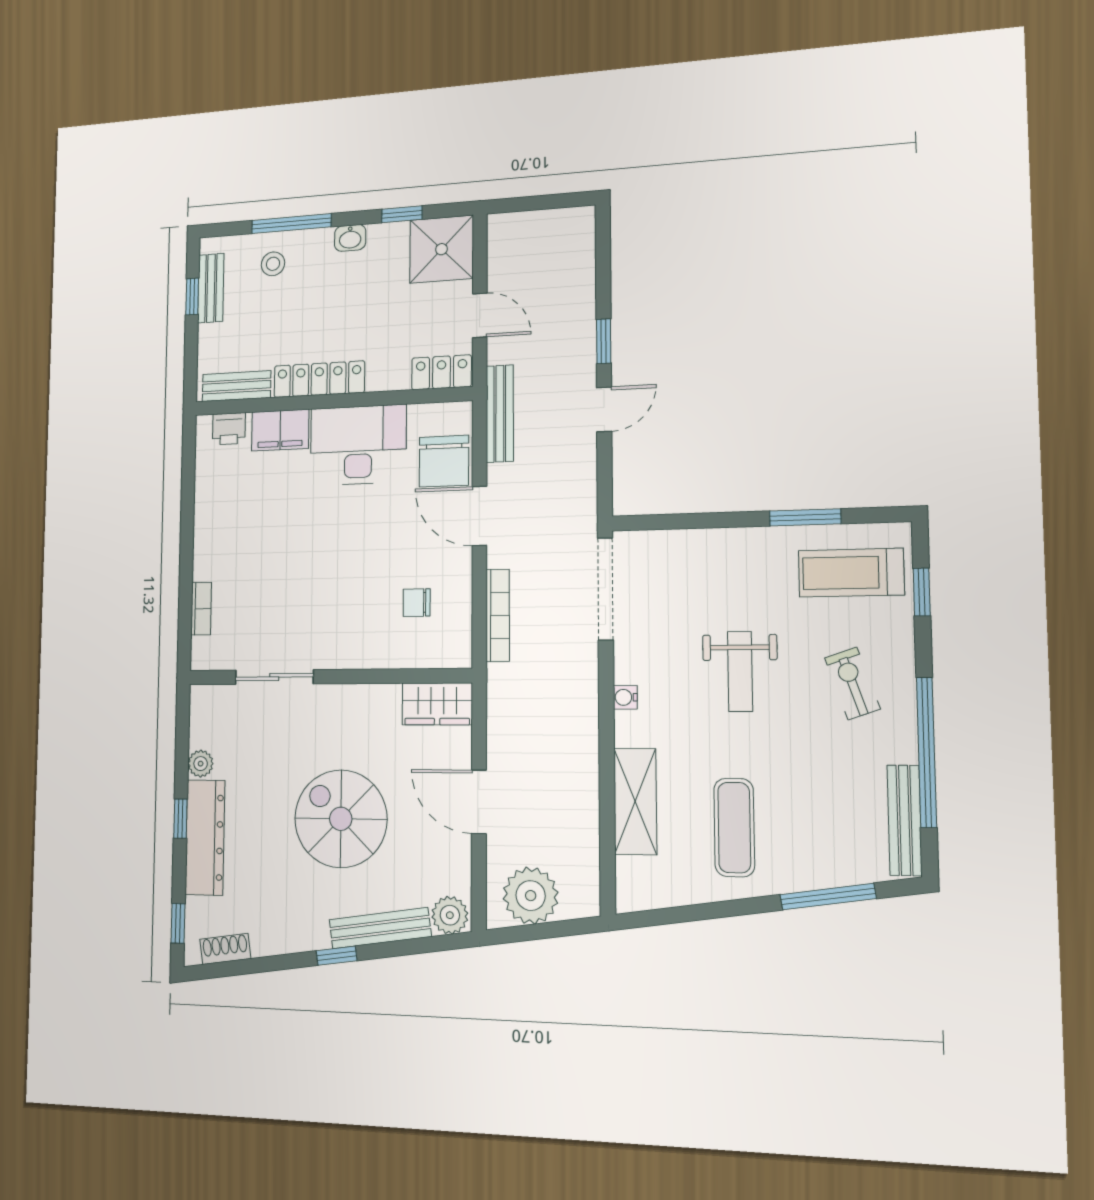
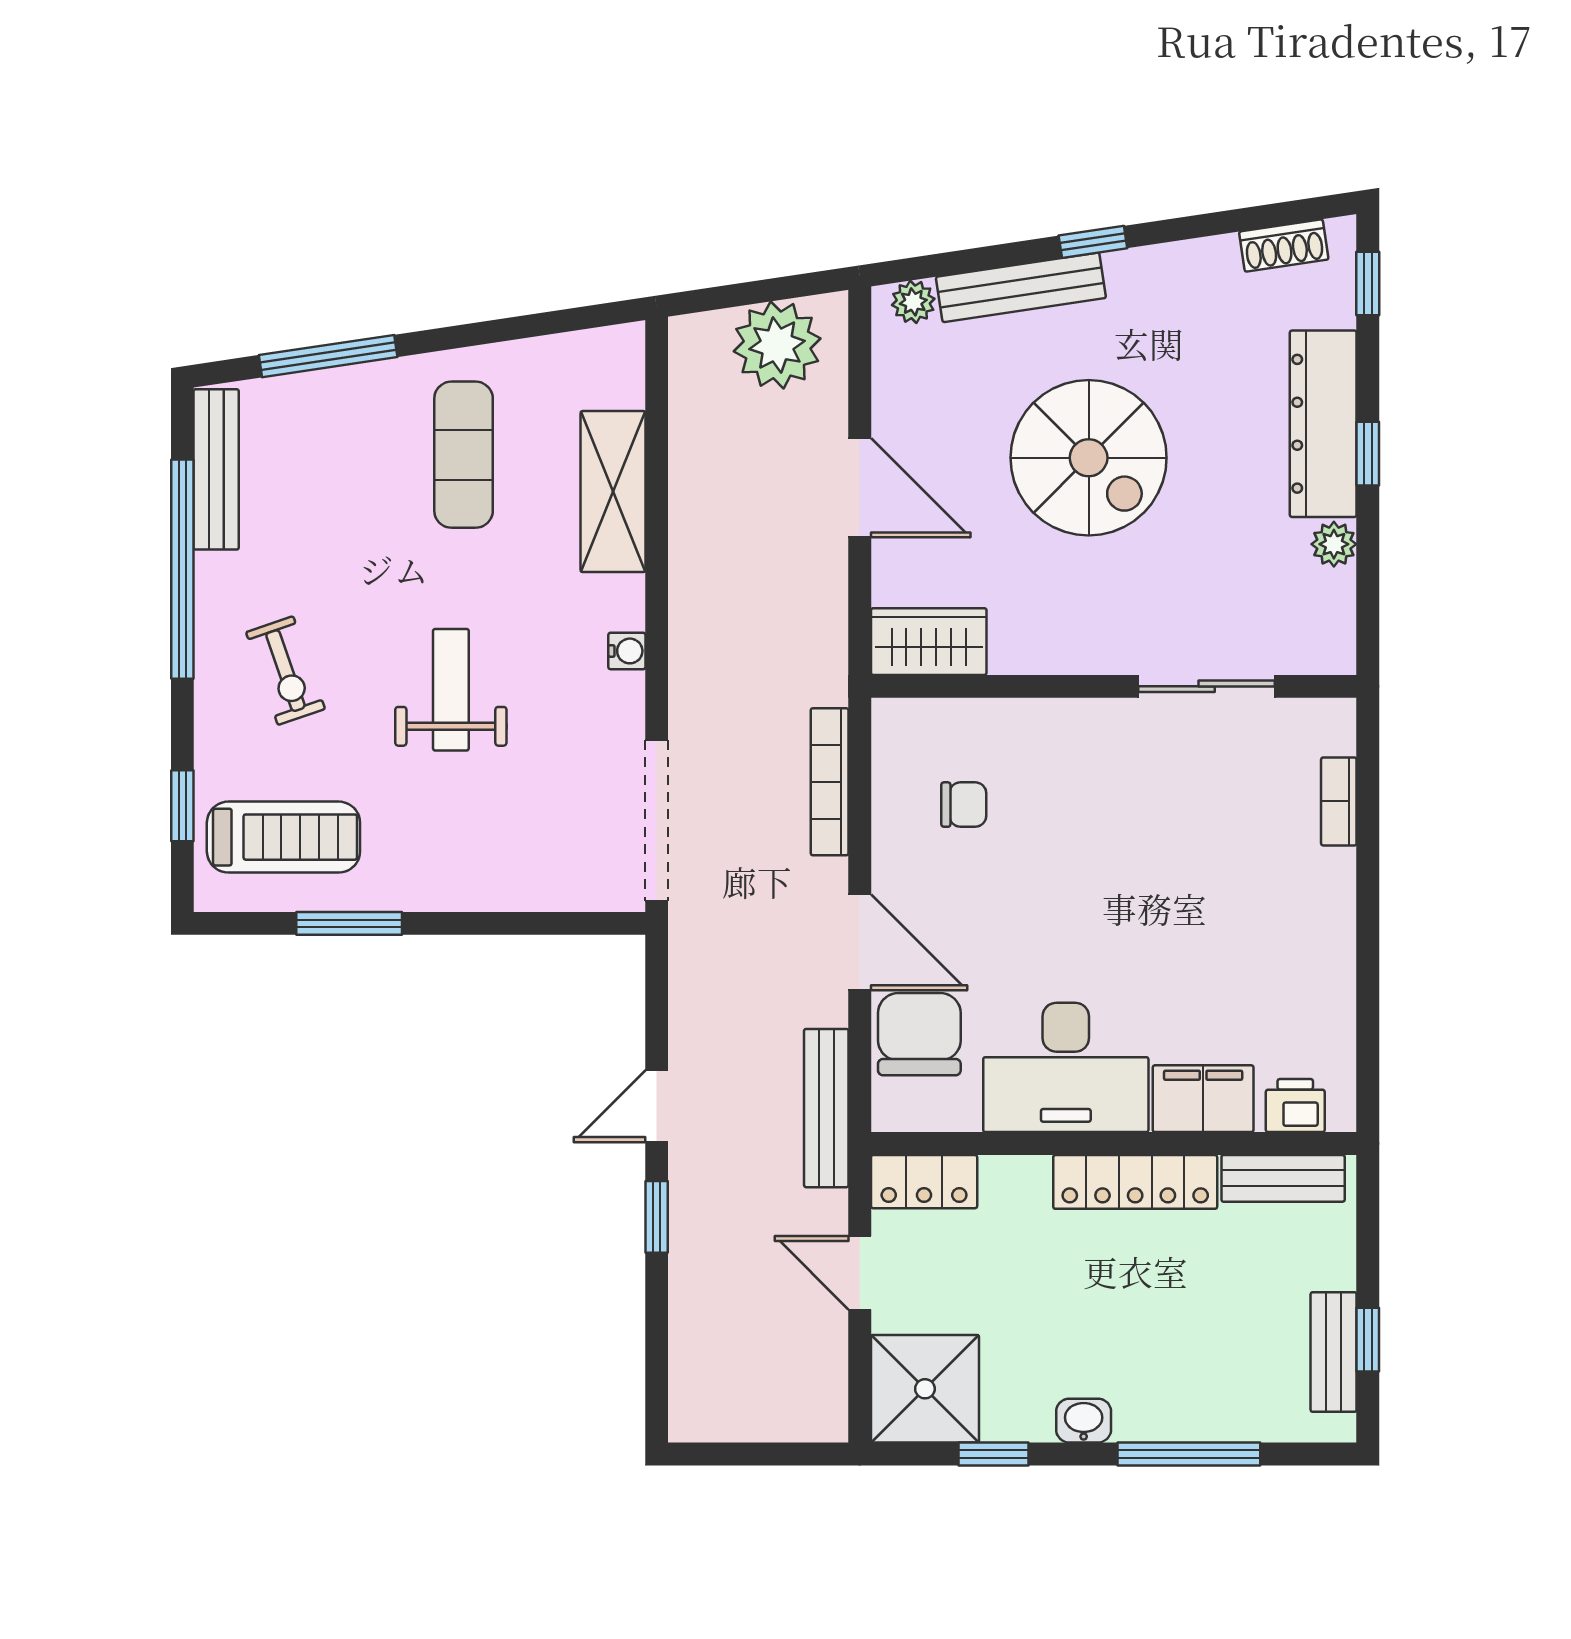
stool: (273, 264) -> (1221, 1386), removed
plant: (450, 915) -> (913, 302), width x0.73, depth x0.73

